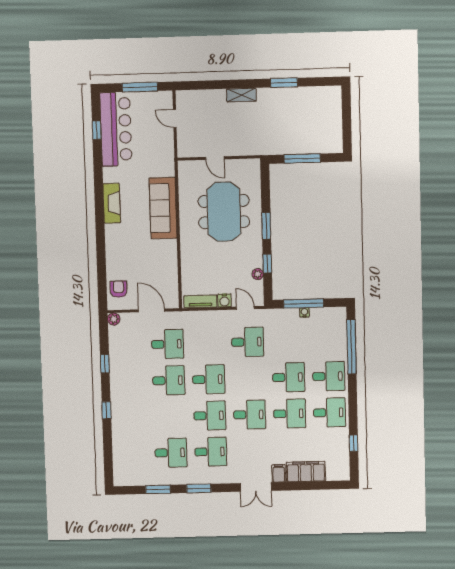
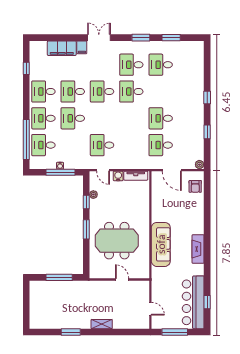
meeting table: (224, 212) -> (117, 241), turned 90
desk: (209, 379) -> (43, 145), moved

